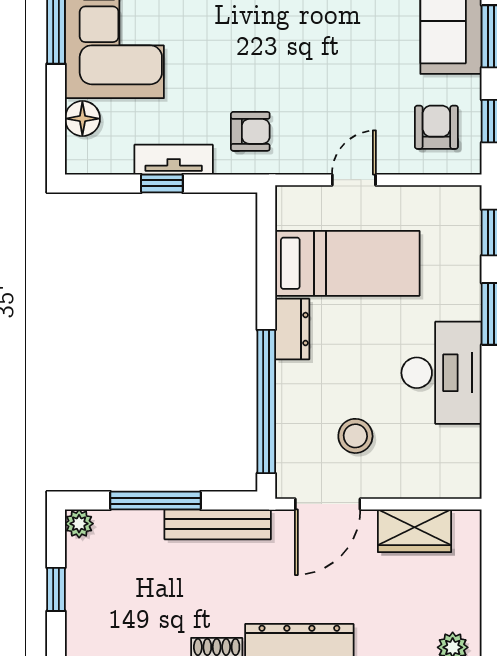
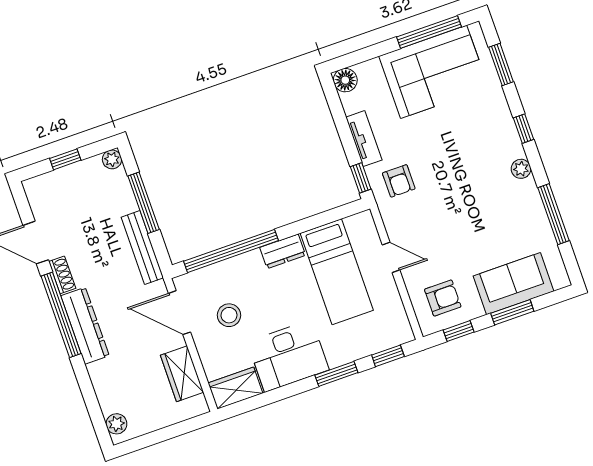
floor lamp: (82, 119) -> (345, 80), moved
window: (162, 183) -> (361, 178), moved
wardrobe: (461, 463) -> (235, 388), added

